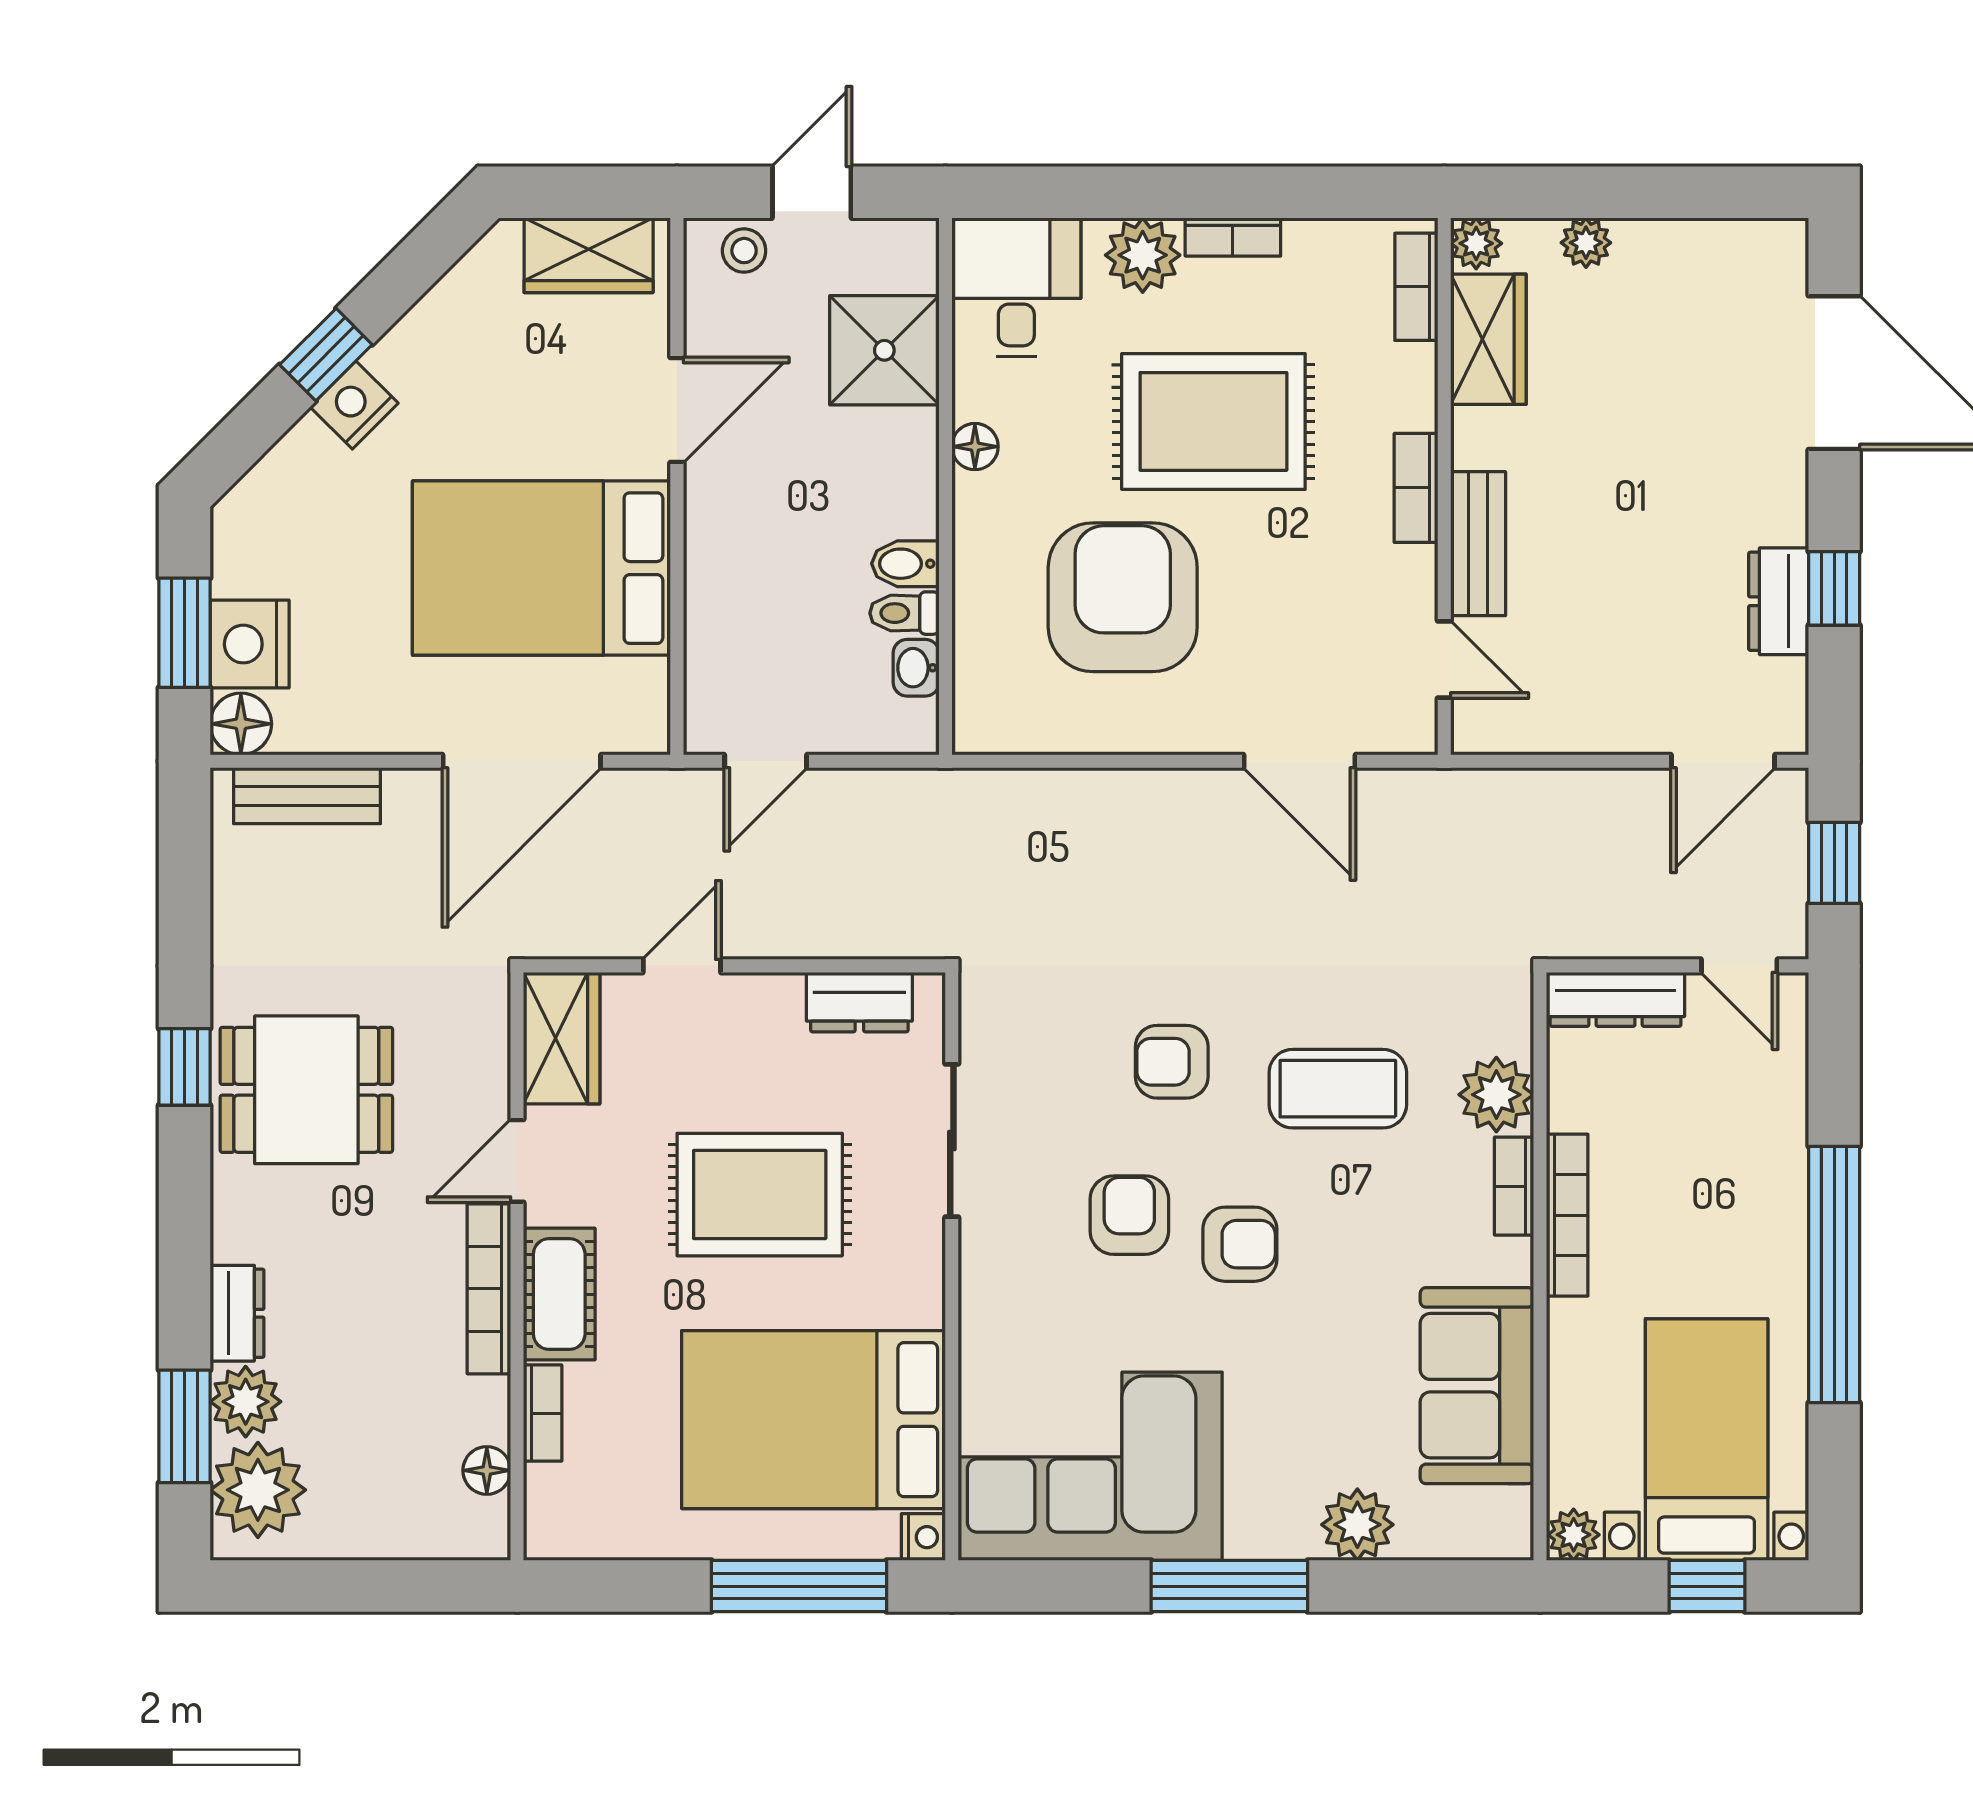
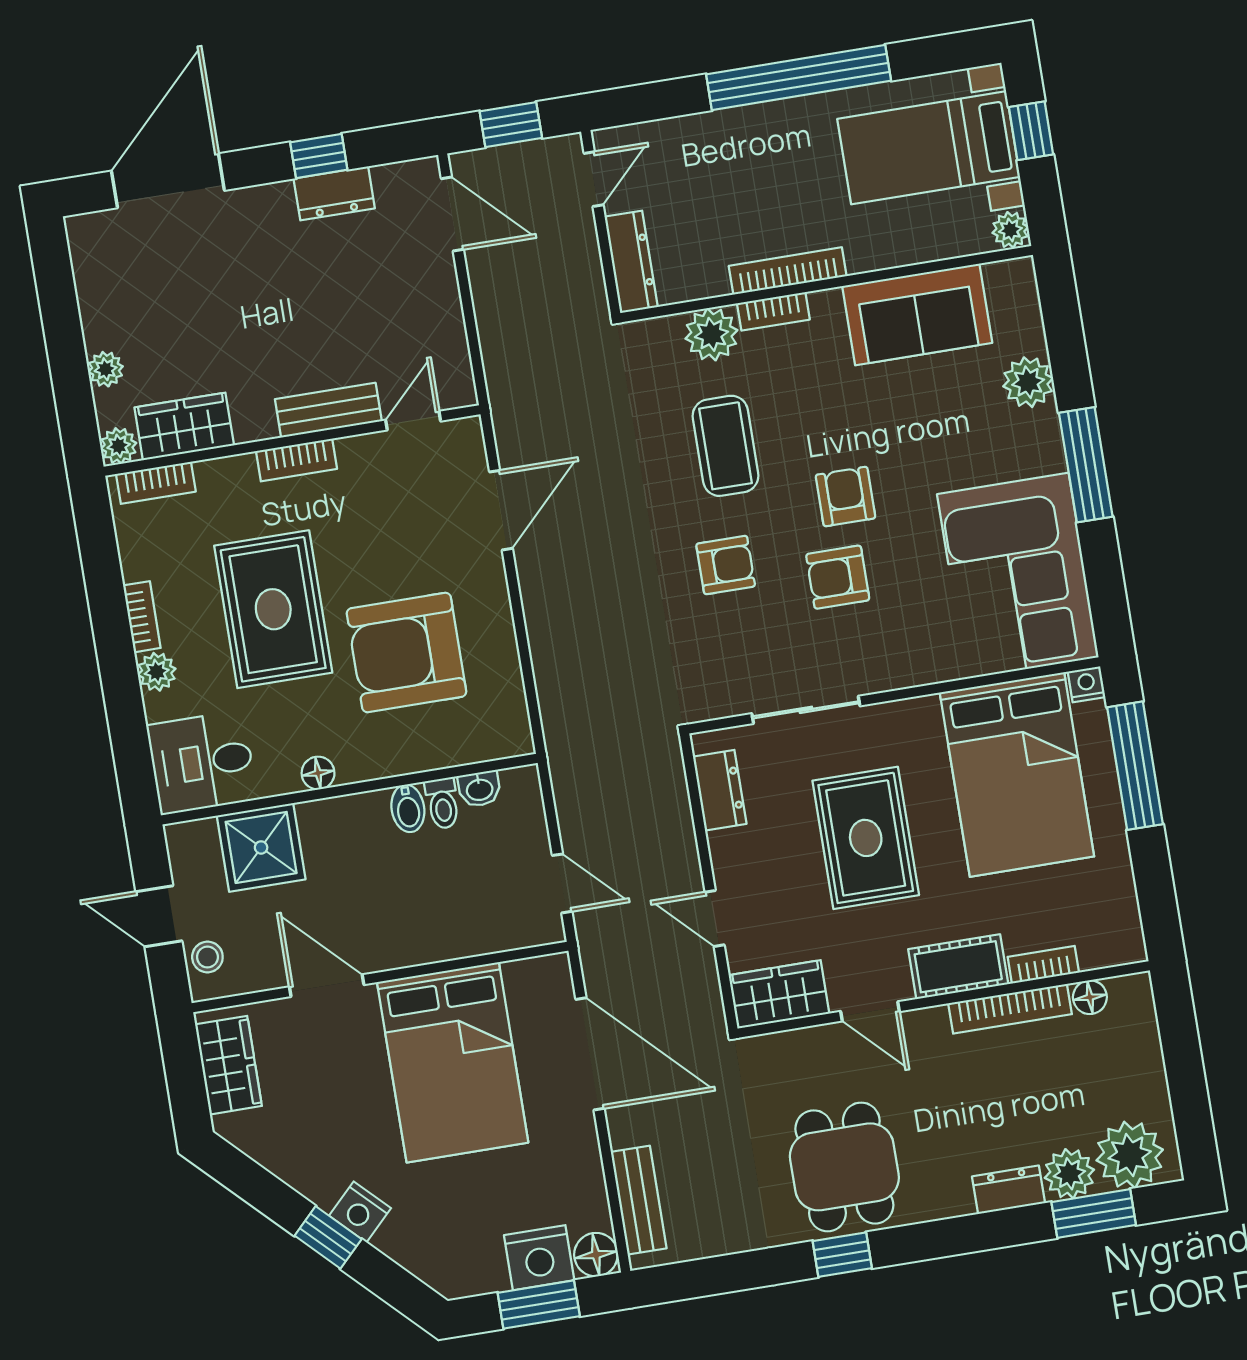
plant: (1143, 255) -> (157, 672), width x0.73, depth x0.73
armchair: (1172, 1062) -> (726, 565), turned -90
bookcase: (489, 1289) -> (1010, 1009), moved

